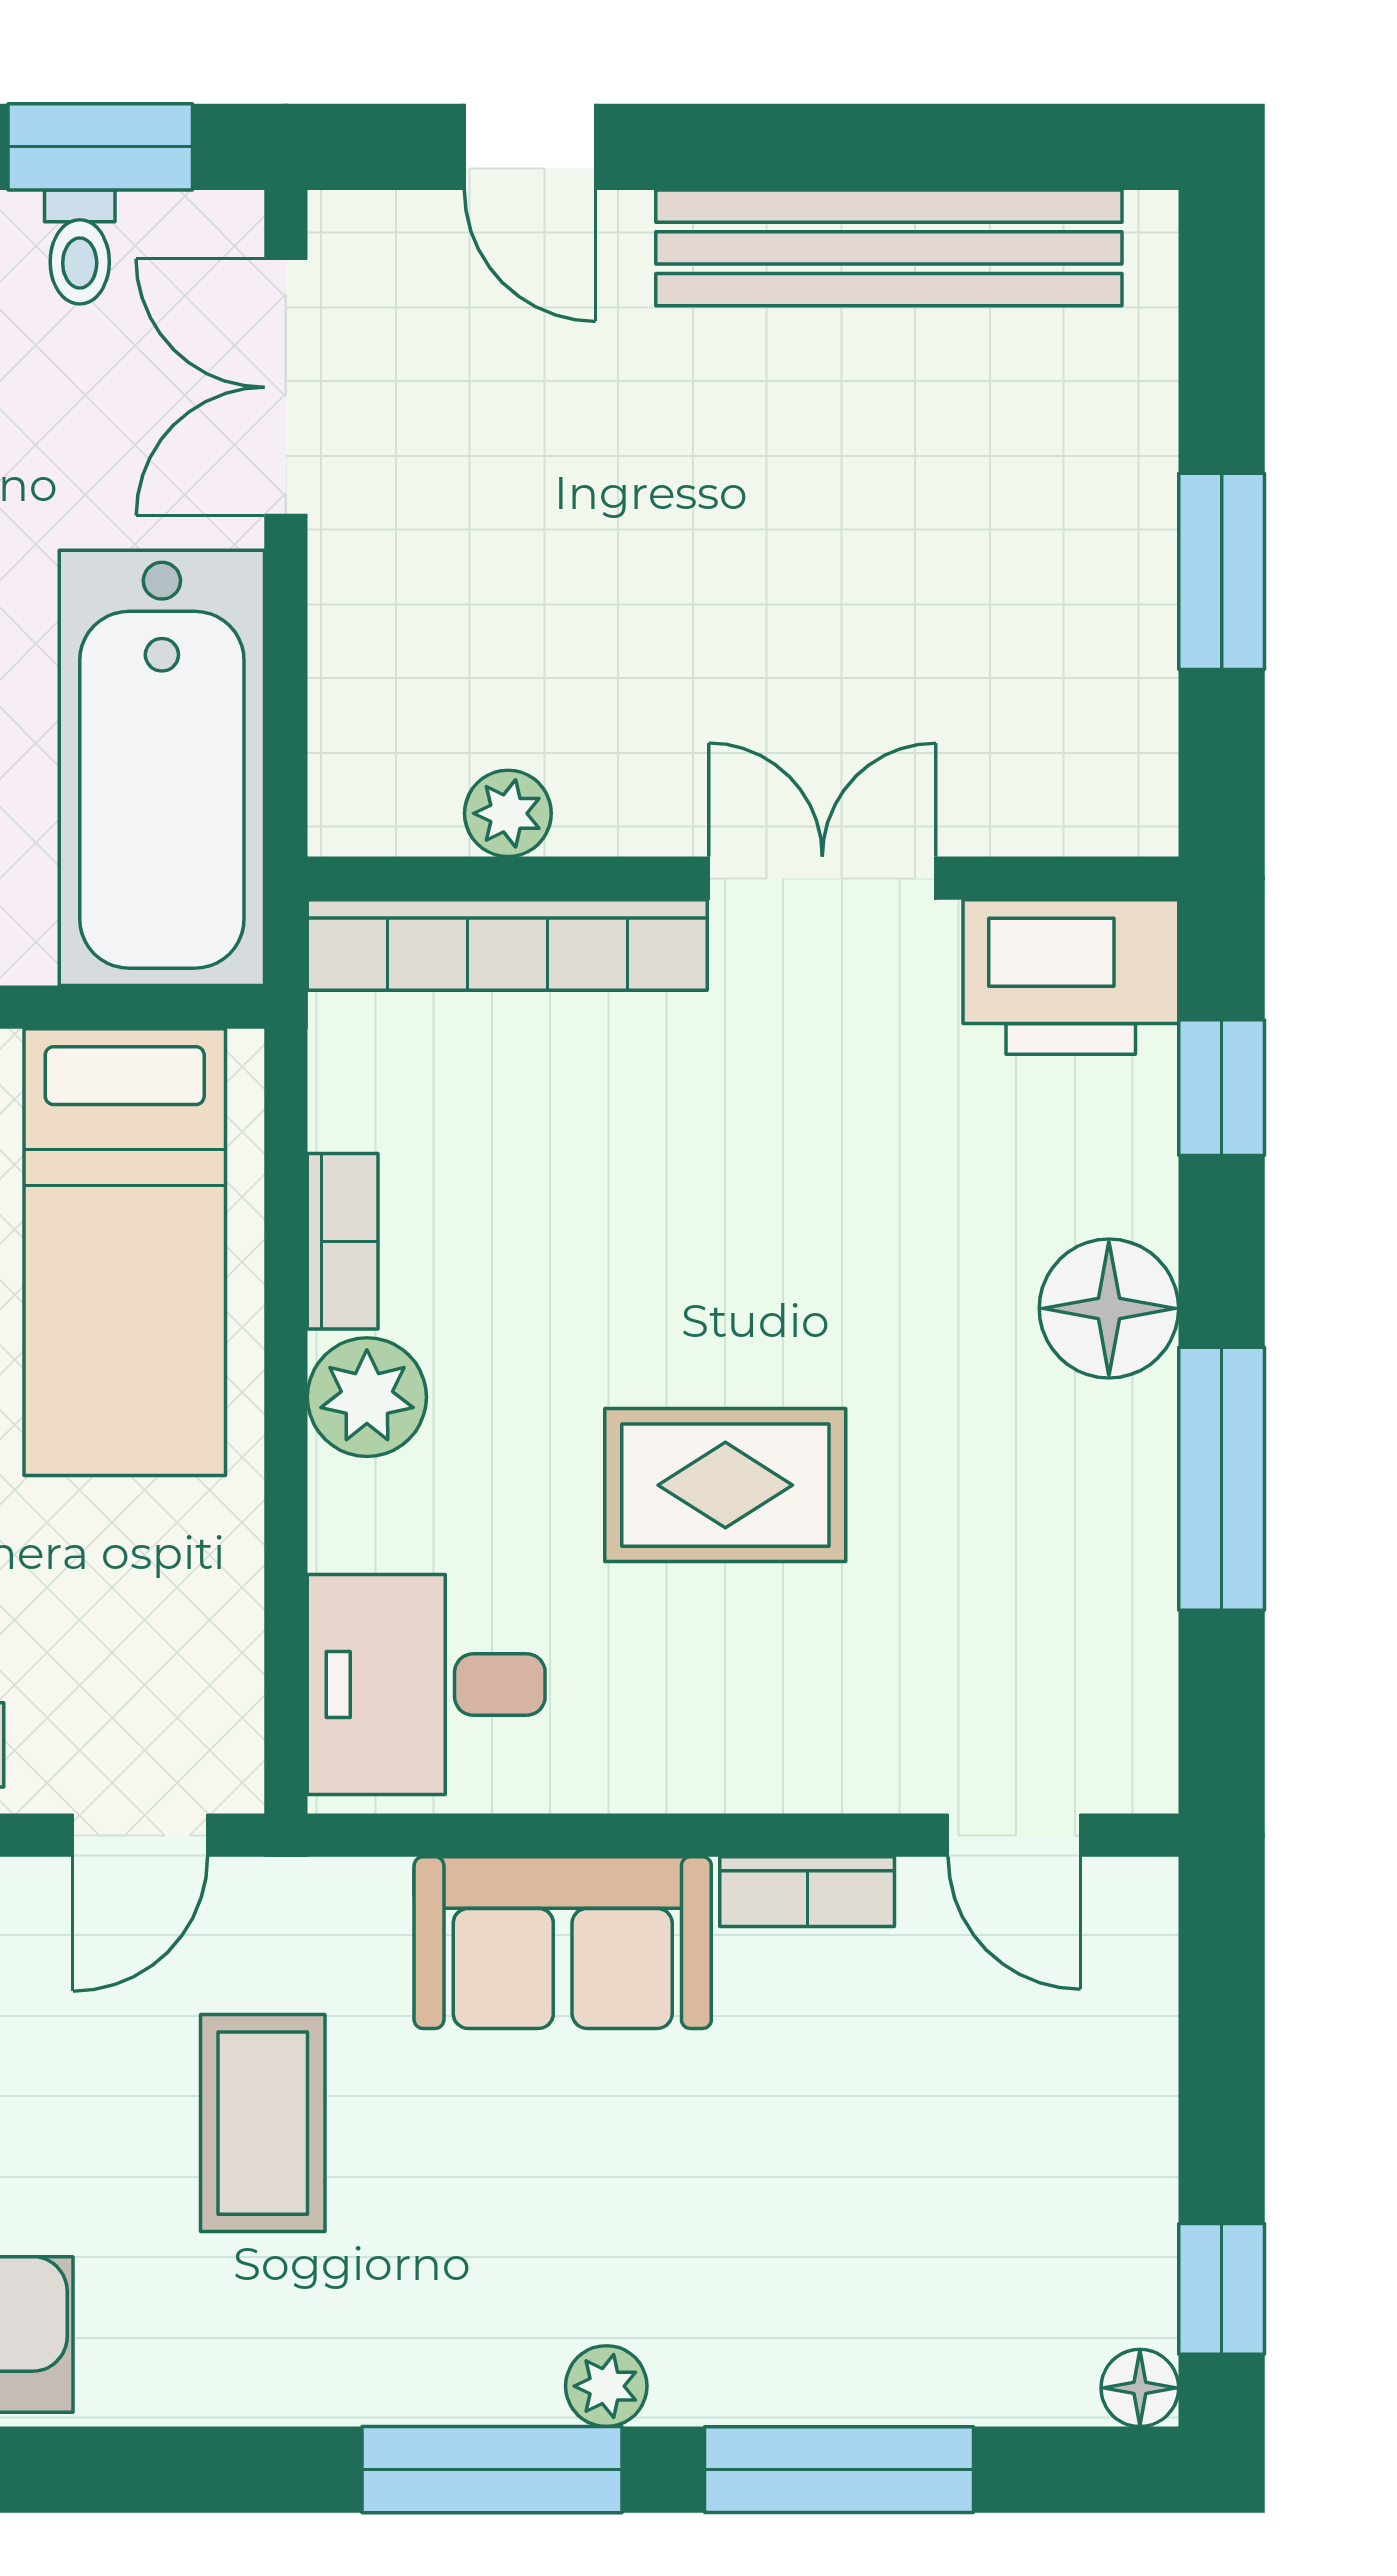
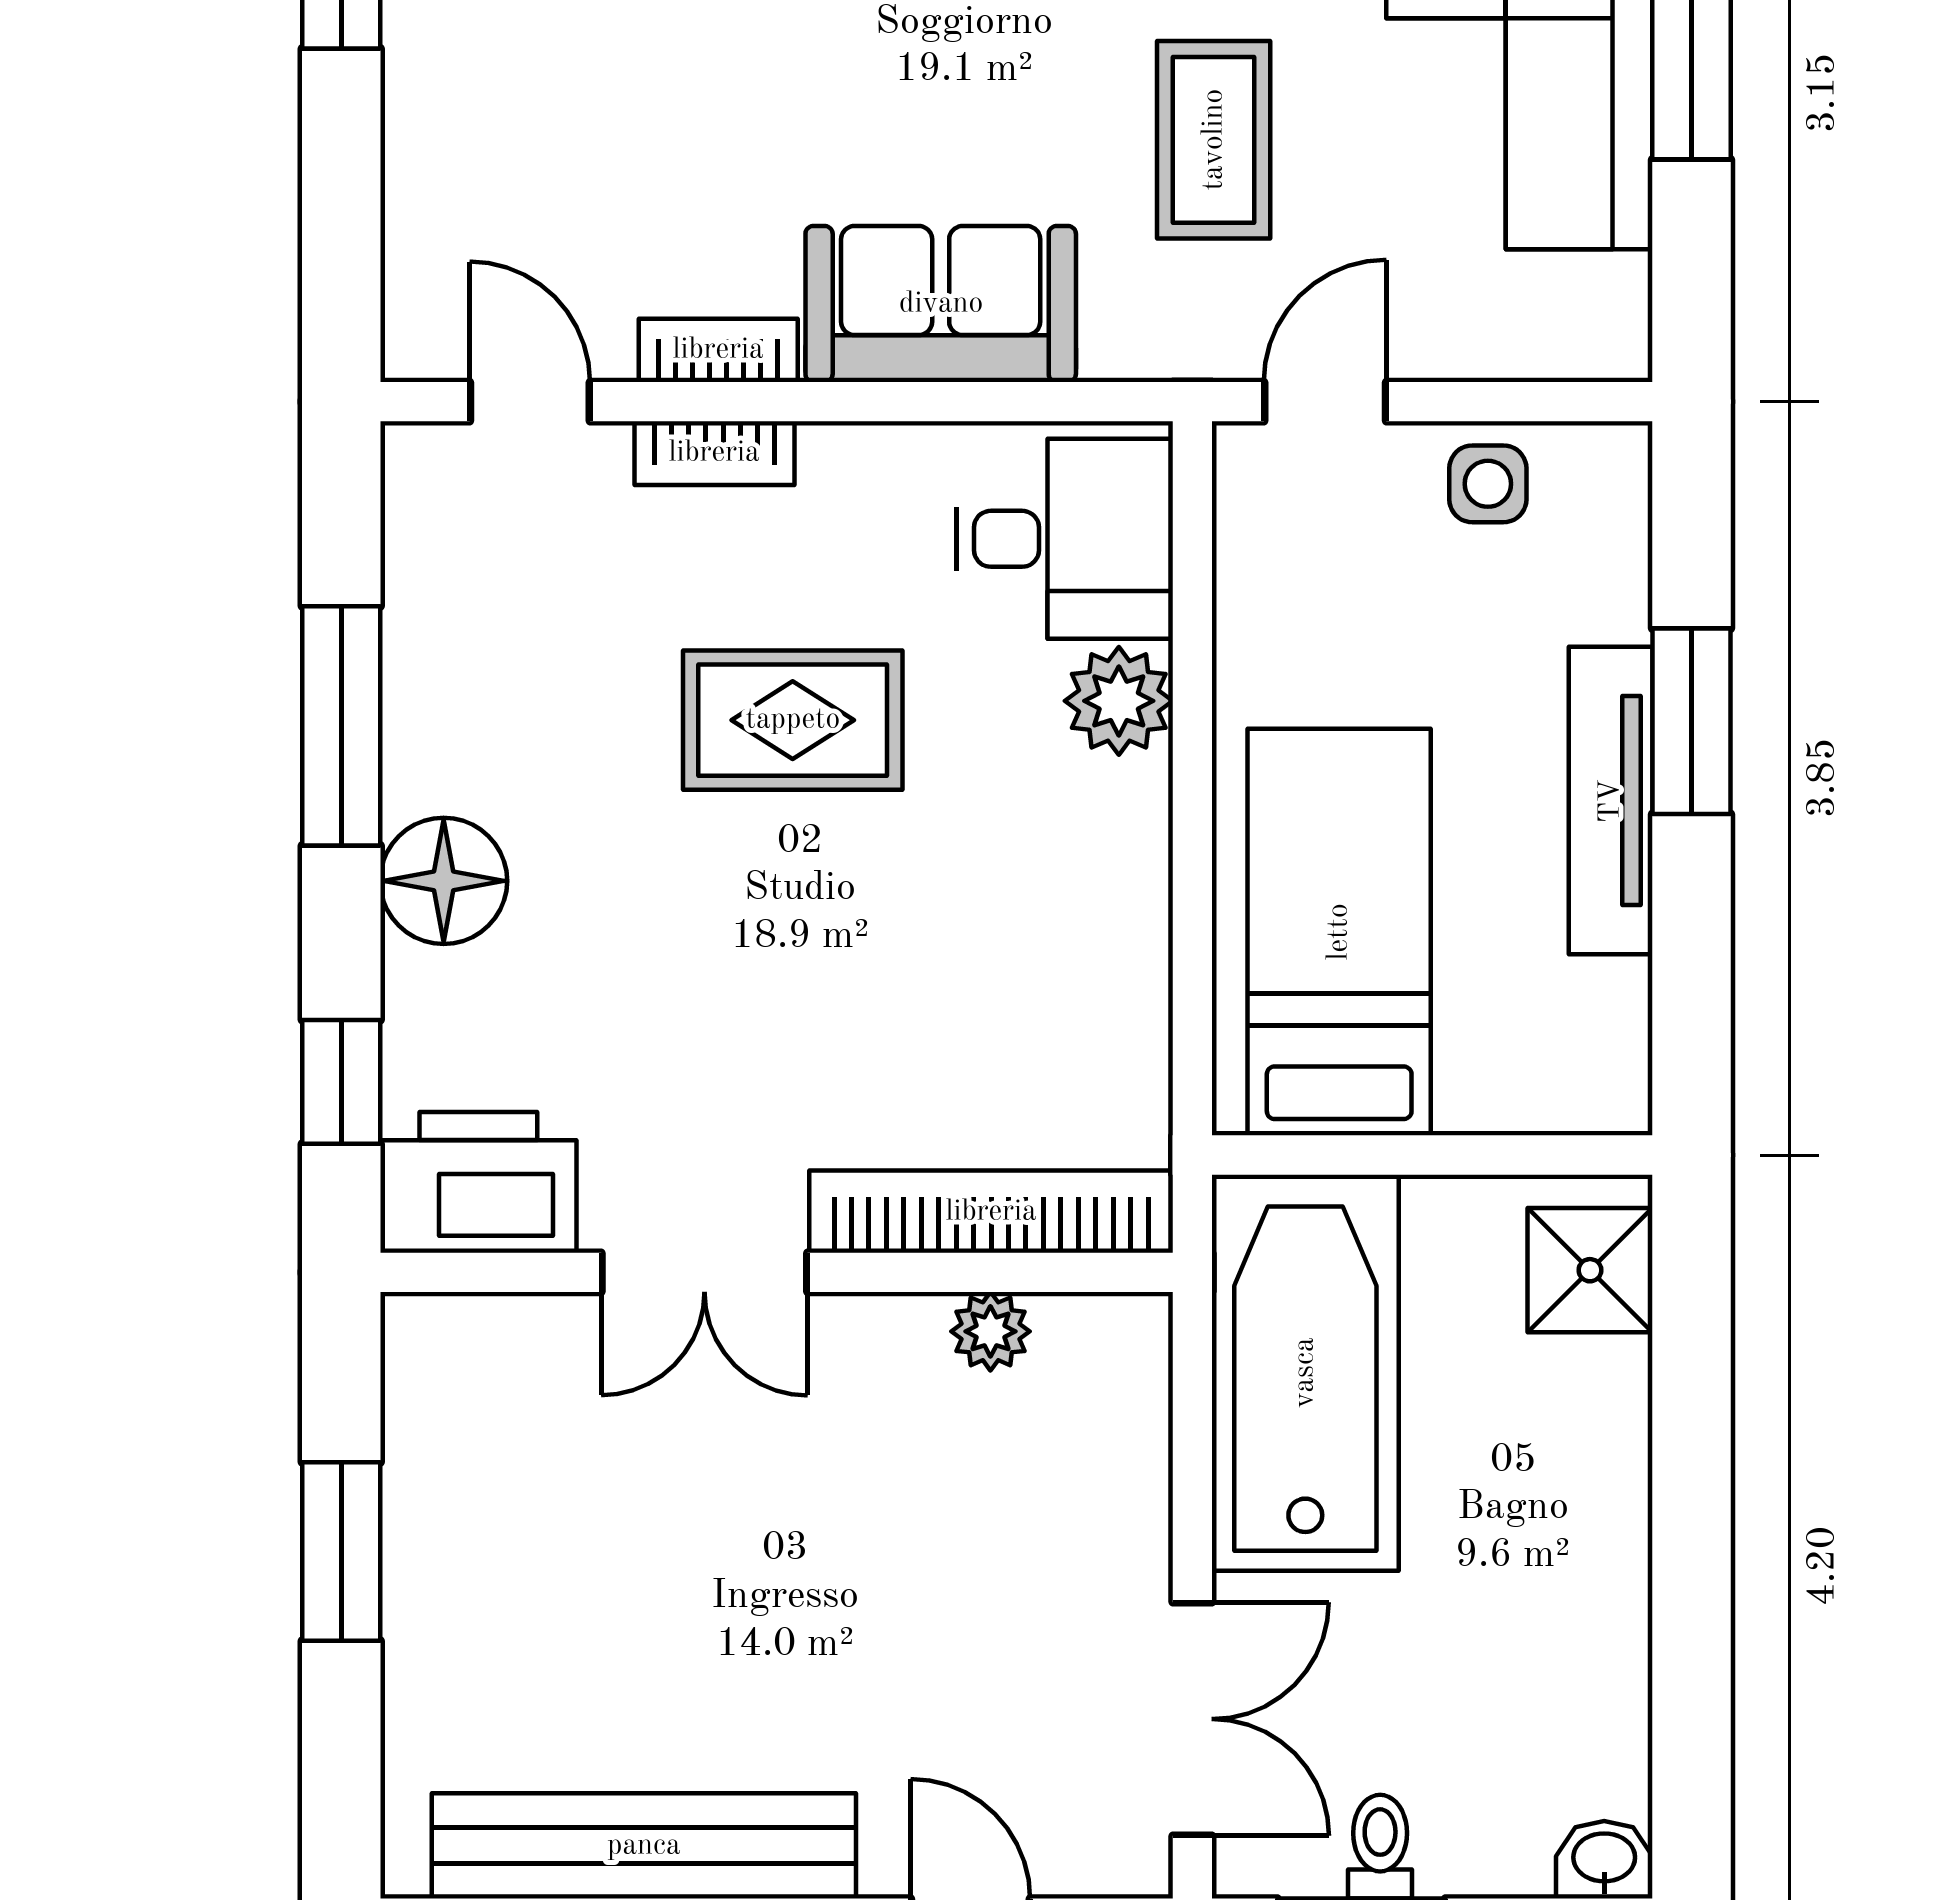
bookcase: (343, 1241) -> (714, 453), moved, turned -90
plant: (367, 1397) -> (1119, 701), moved

